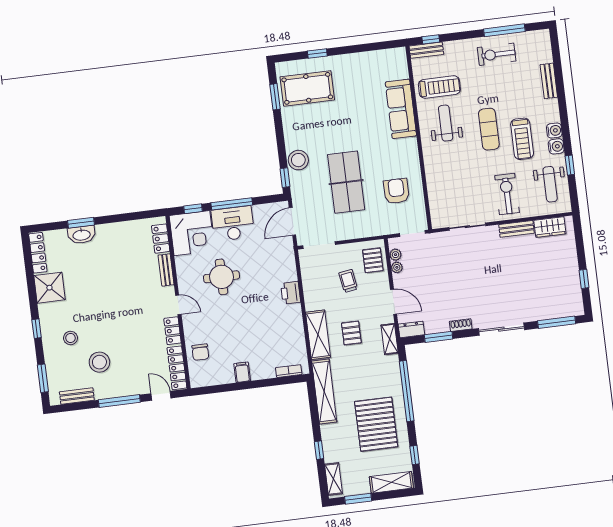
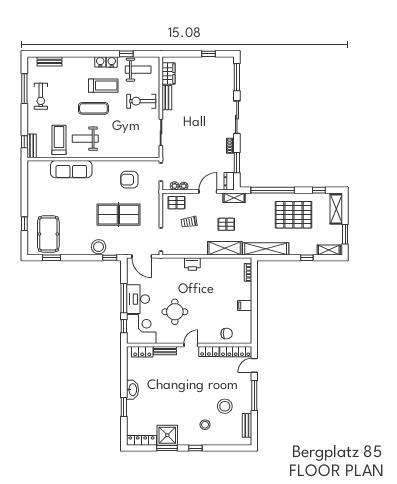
bench: (549, 81) -> (49, 61), moved
washbasin: (81, 235) -> (132, 390), moved
window: (43, 378) -> (167, 448), moved

